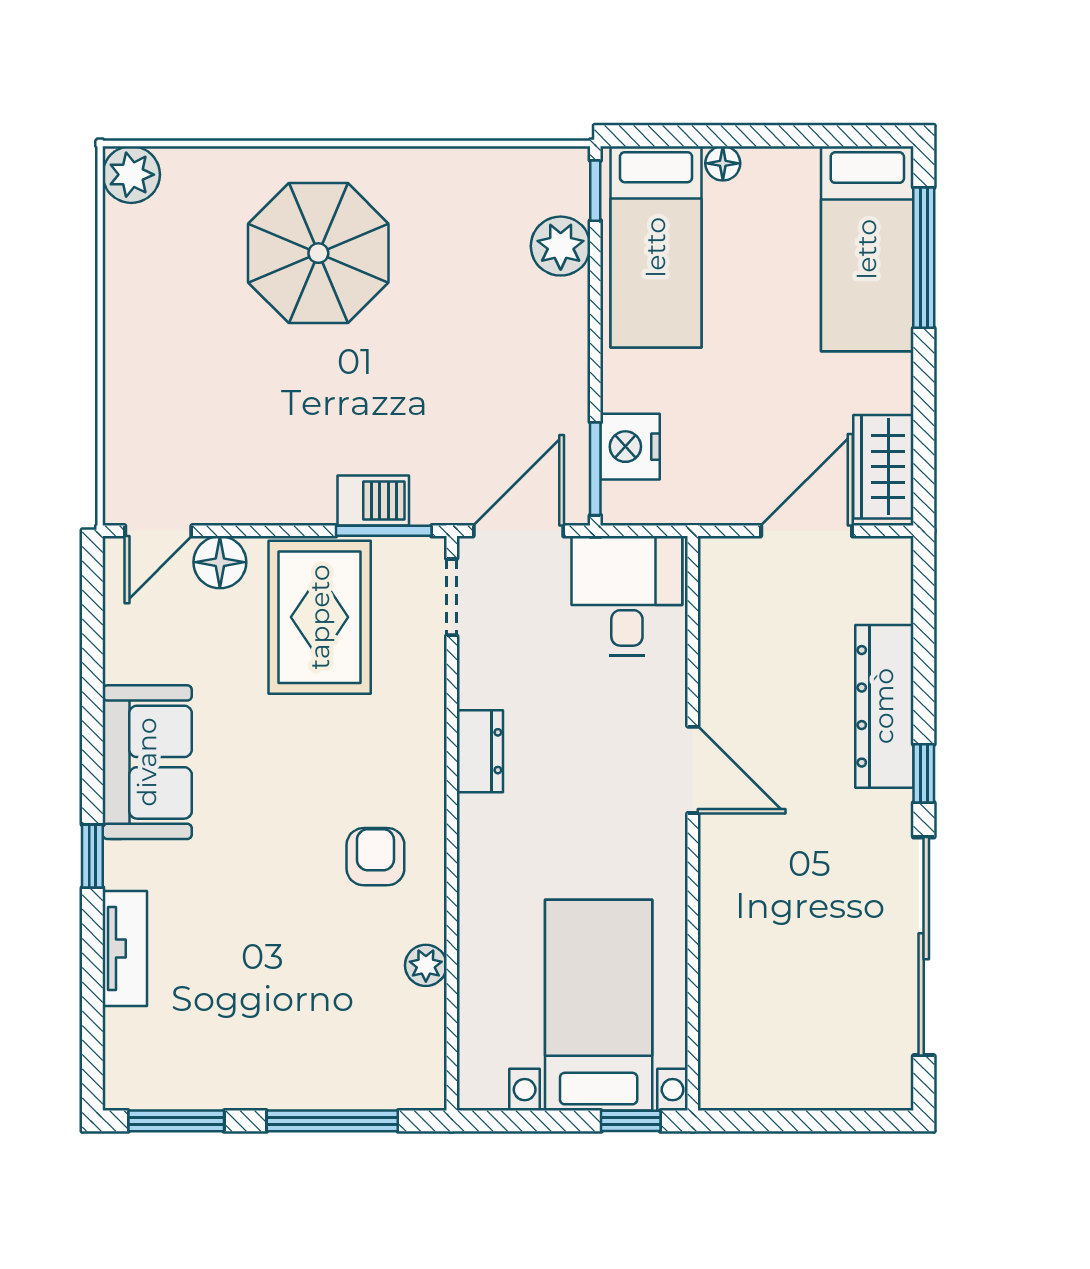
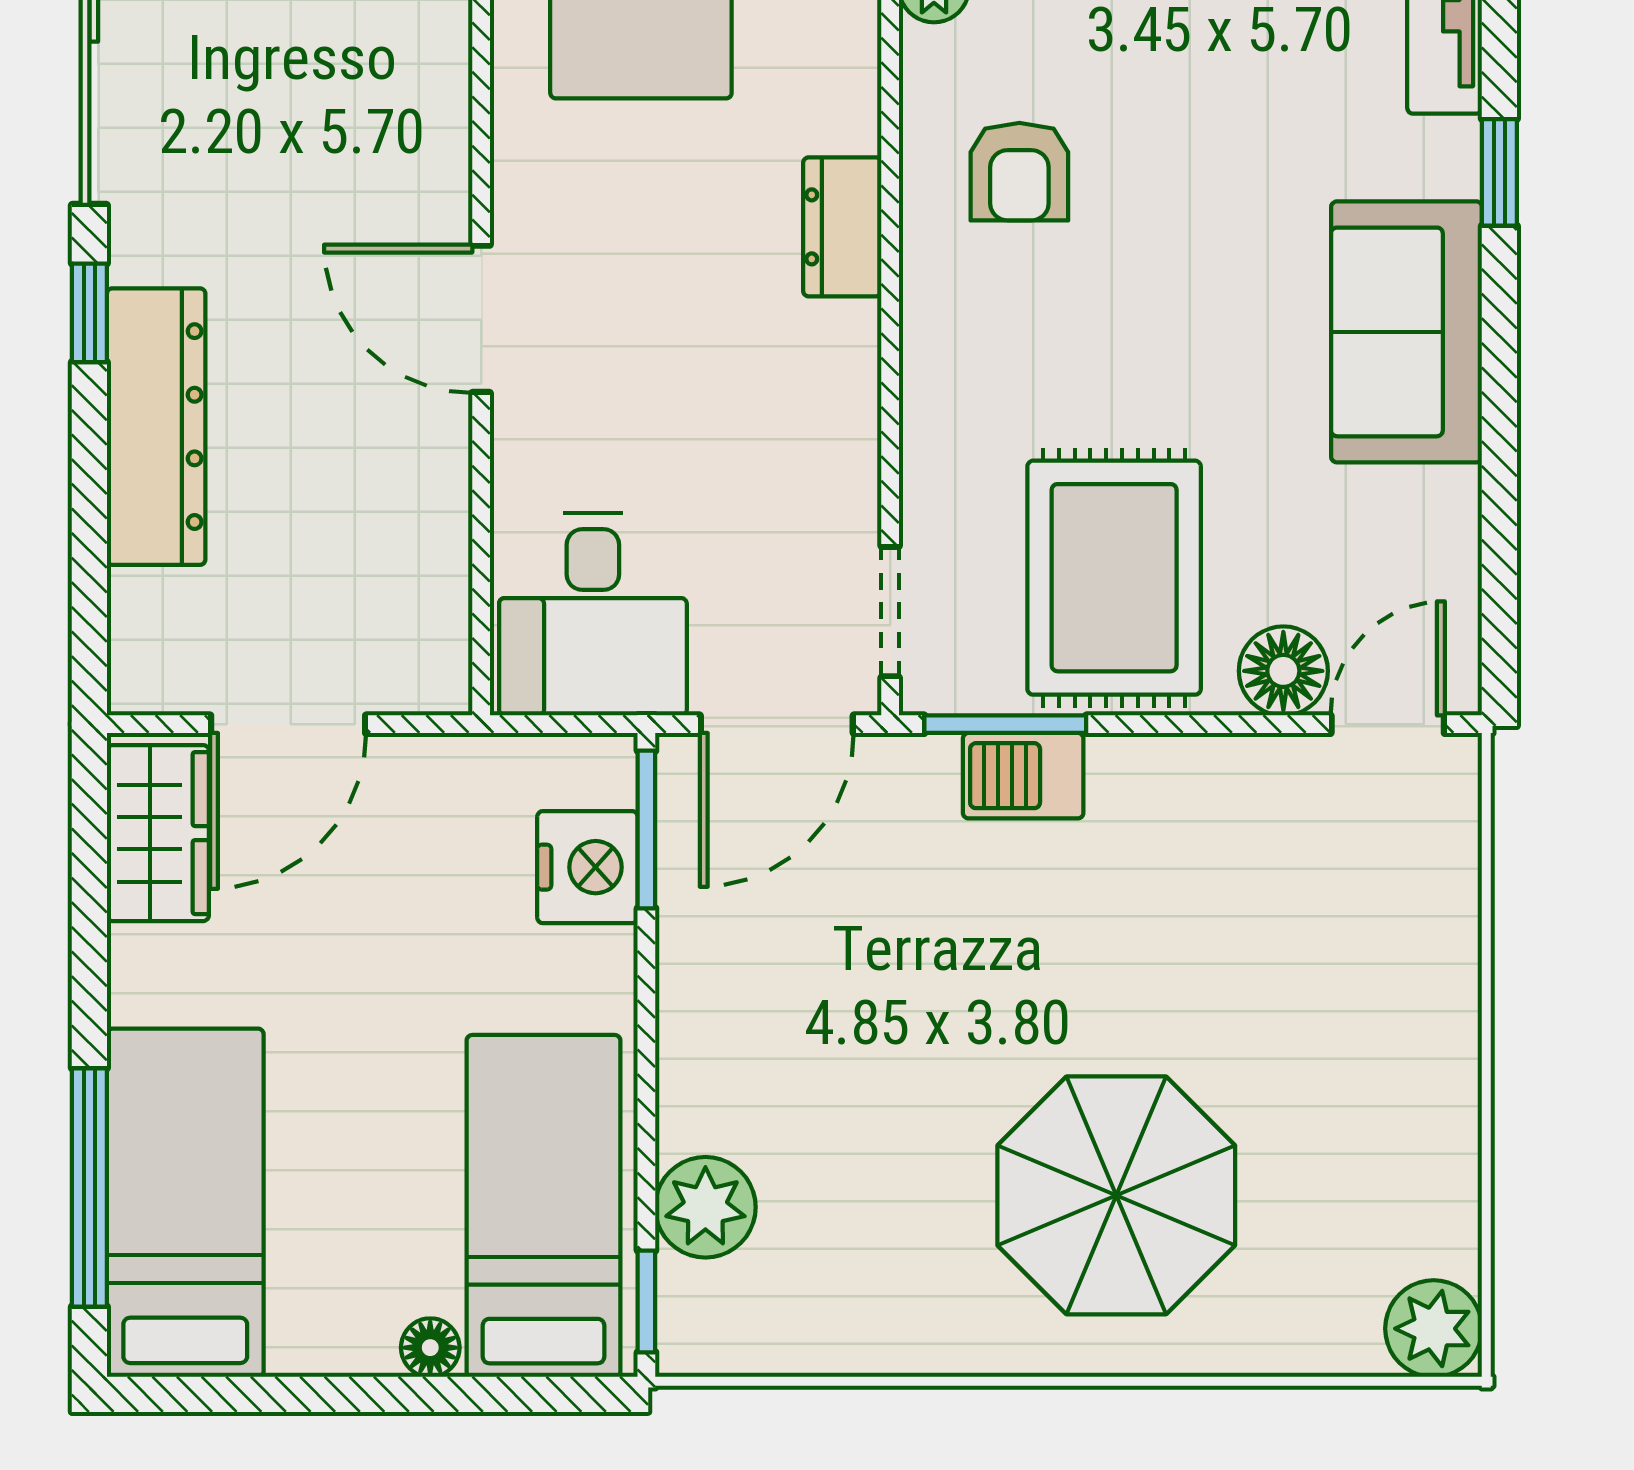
dresser: (480, 751) -> (842, 227), moved

